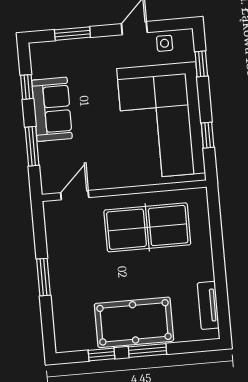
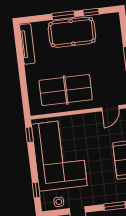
window: (208, 135) -> (29, 135), moved
tv unit: (208, 305) -> (27, 44), width x1.41

